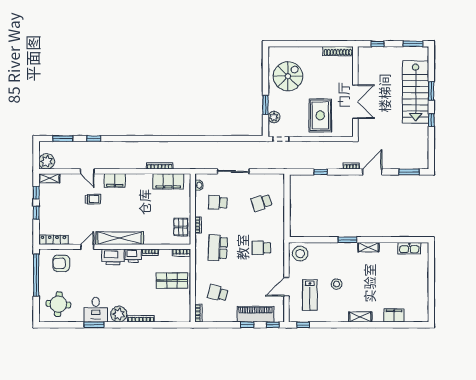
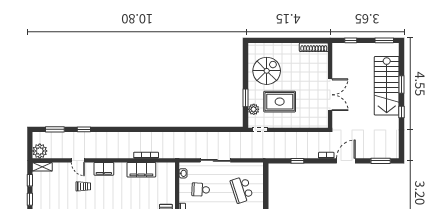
rug: (320, 115) -> (280, 102), moved, turned 90
filing cabinet: (168, 181) -> (141, 170), moved
school desk: (261, 203) -> (242, 190), width x1.85

